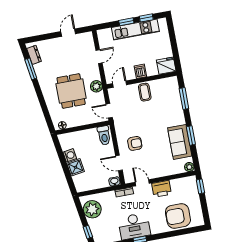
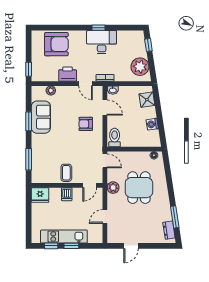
shower: (76, 167) -> (147, 100), moved
plant: (189, 167) -> (51, 91), moved

